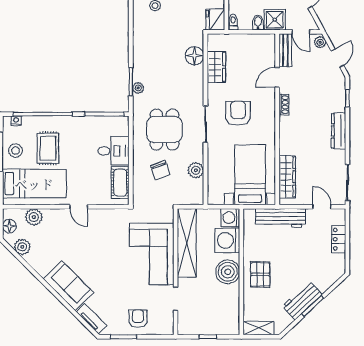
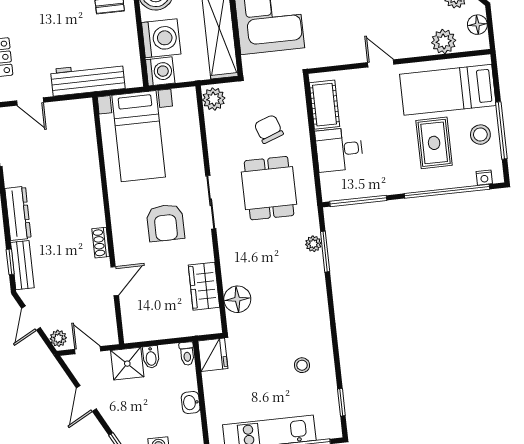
bench: (285, 50) -> (22, 265), moved
plant: (196, 170) -> (214, 99), moved
wardrobe: (287, 177) -> (85, 139), removed

